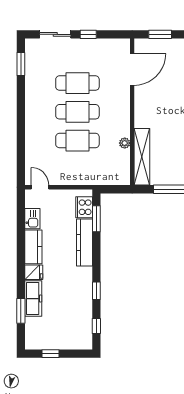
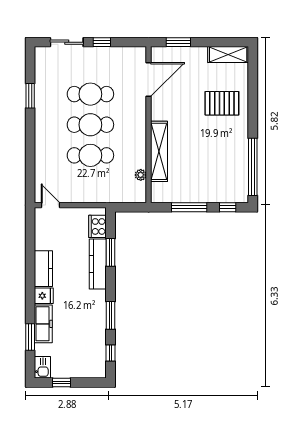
window: (21, 64) -> (30, 96), moved
plant: (125, 143) -> (141, 175), moved
shelving: (142, 157) -> (159, 151), moved
kitchen sink: (32, 219) -> (42, 367), moved
window: (96, 219) -> (111, 252), moved
window: (96, 291) -> (111, 315), width x1.50

